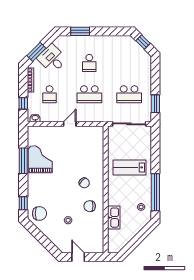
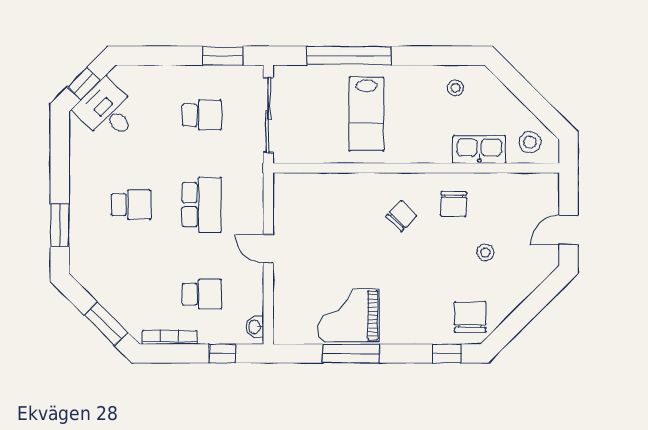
desk: (52, 59) -> (107, 111), moved, turned 90
school desk: (129, 94) -> (202, 115), width x0.54
window: (155, 192) -> (349, 56), moved
stool: (117, 240) -> (530, 142), added

